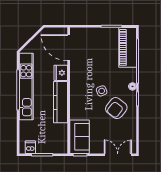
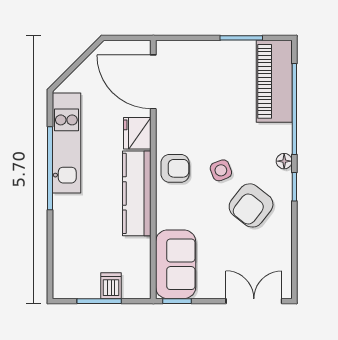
kitchen unit: (26, 86) -> (66, 143), width x0.73
armchair: (79, 90) -> (175, 168), added
dishwasher: (30, 147) -> (111, 286), moved

